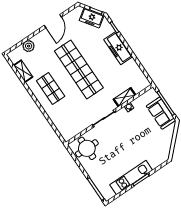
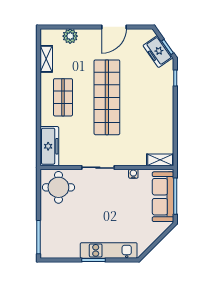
freezer: (118, 48) -> (49, 146), moved, turned 180
shelving: (125, 97) -> (160, 160), moved
sofa: (161, 113) -> (163, 197), width x1.36
kitchen unit: (131, 177) -> (109, 250), moved

